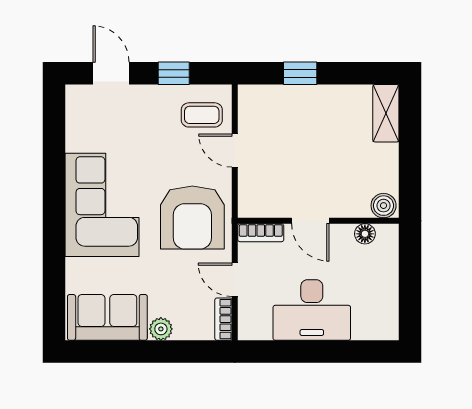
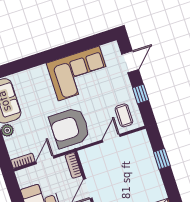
corner sofa: (102, 205) -> (79, 73), moved

